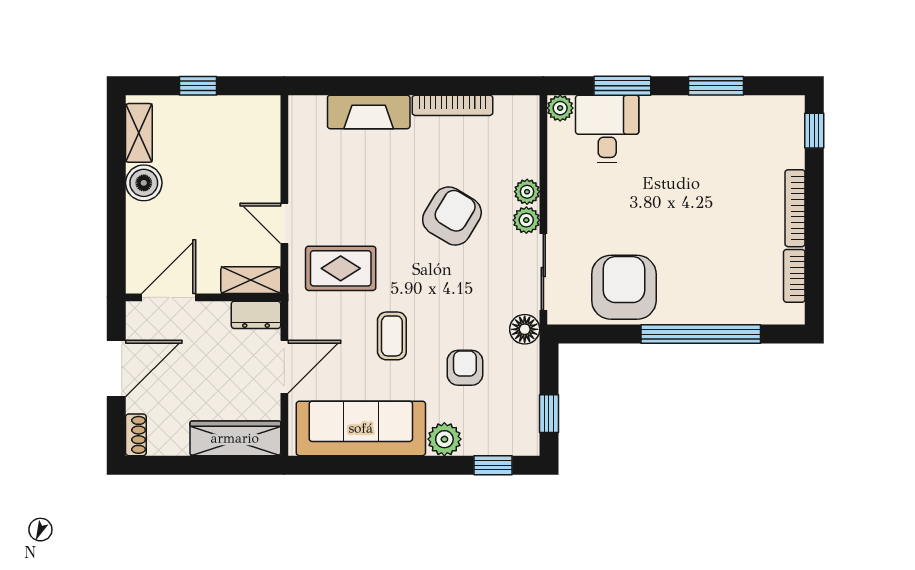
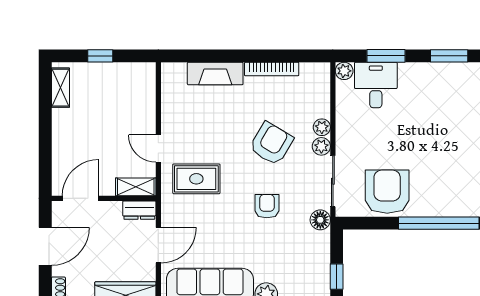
boiler: (144, 183) -> (64, 121), removed
coffee table: (392, 336) -> (231, 224), removed
armchair: (465, 368) -> (267, 206), moved

